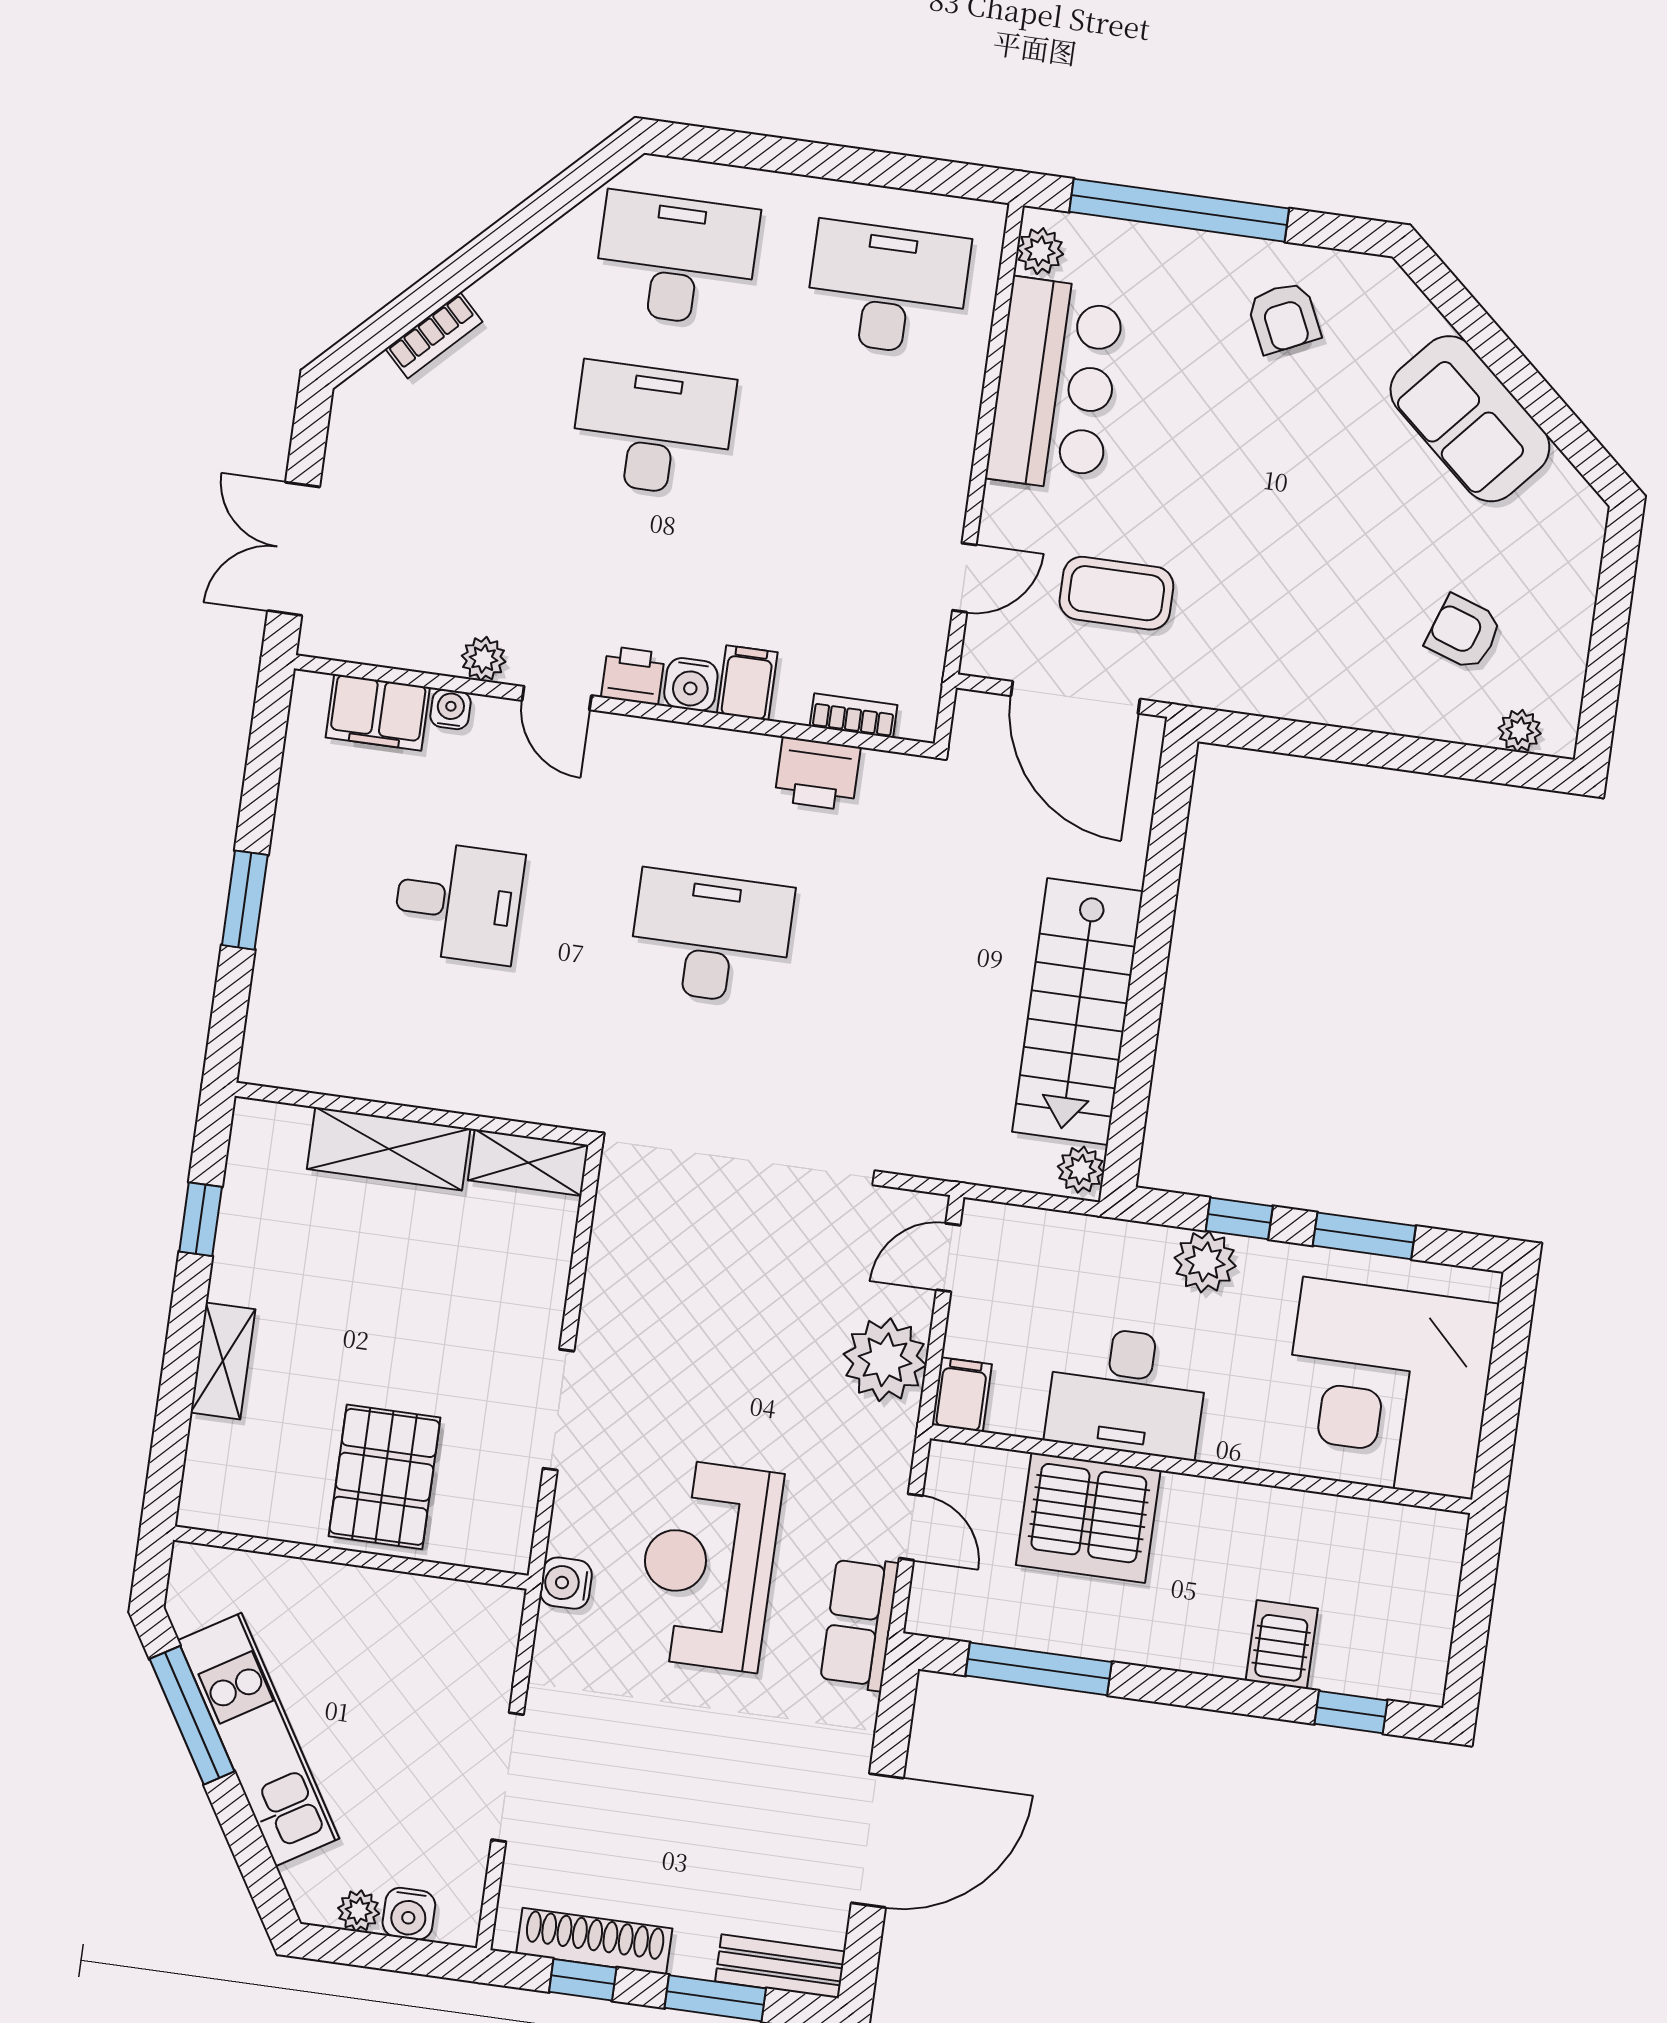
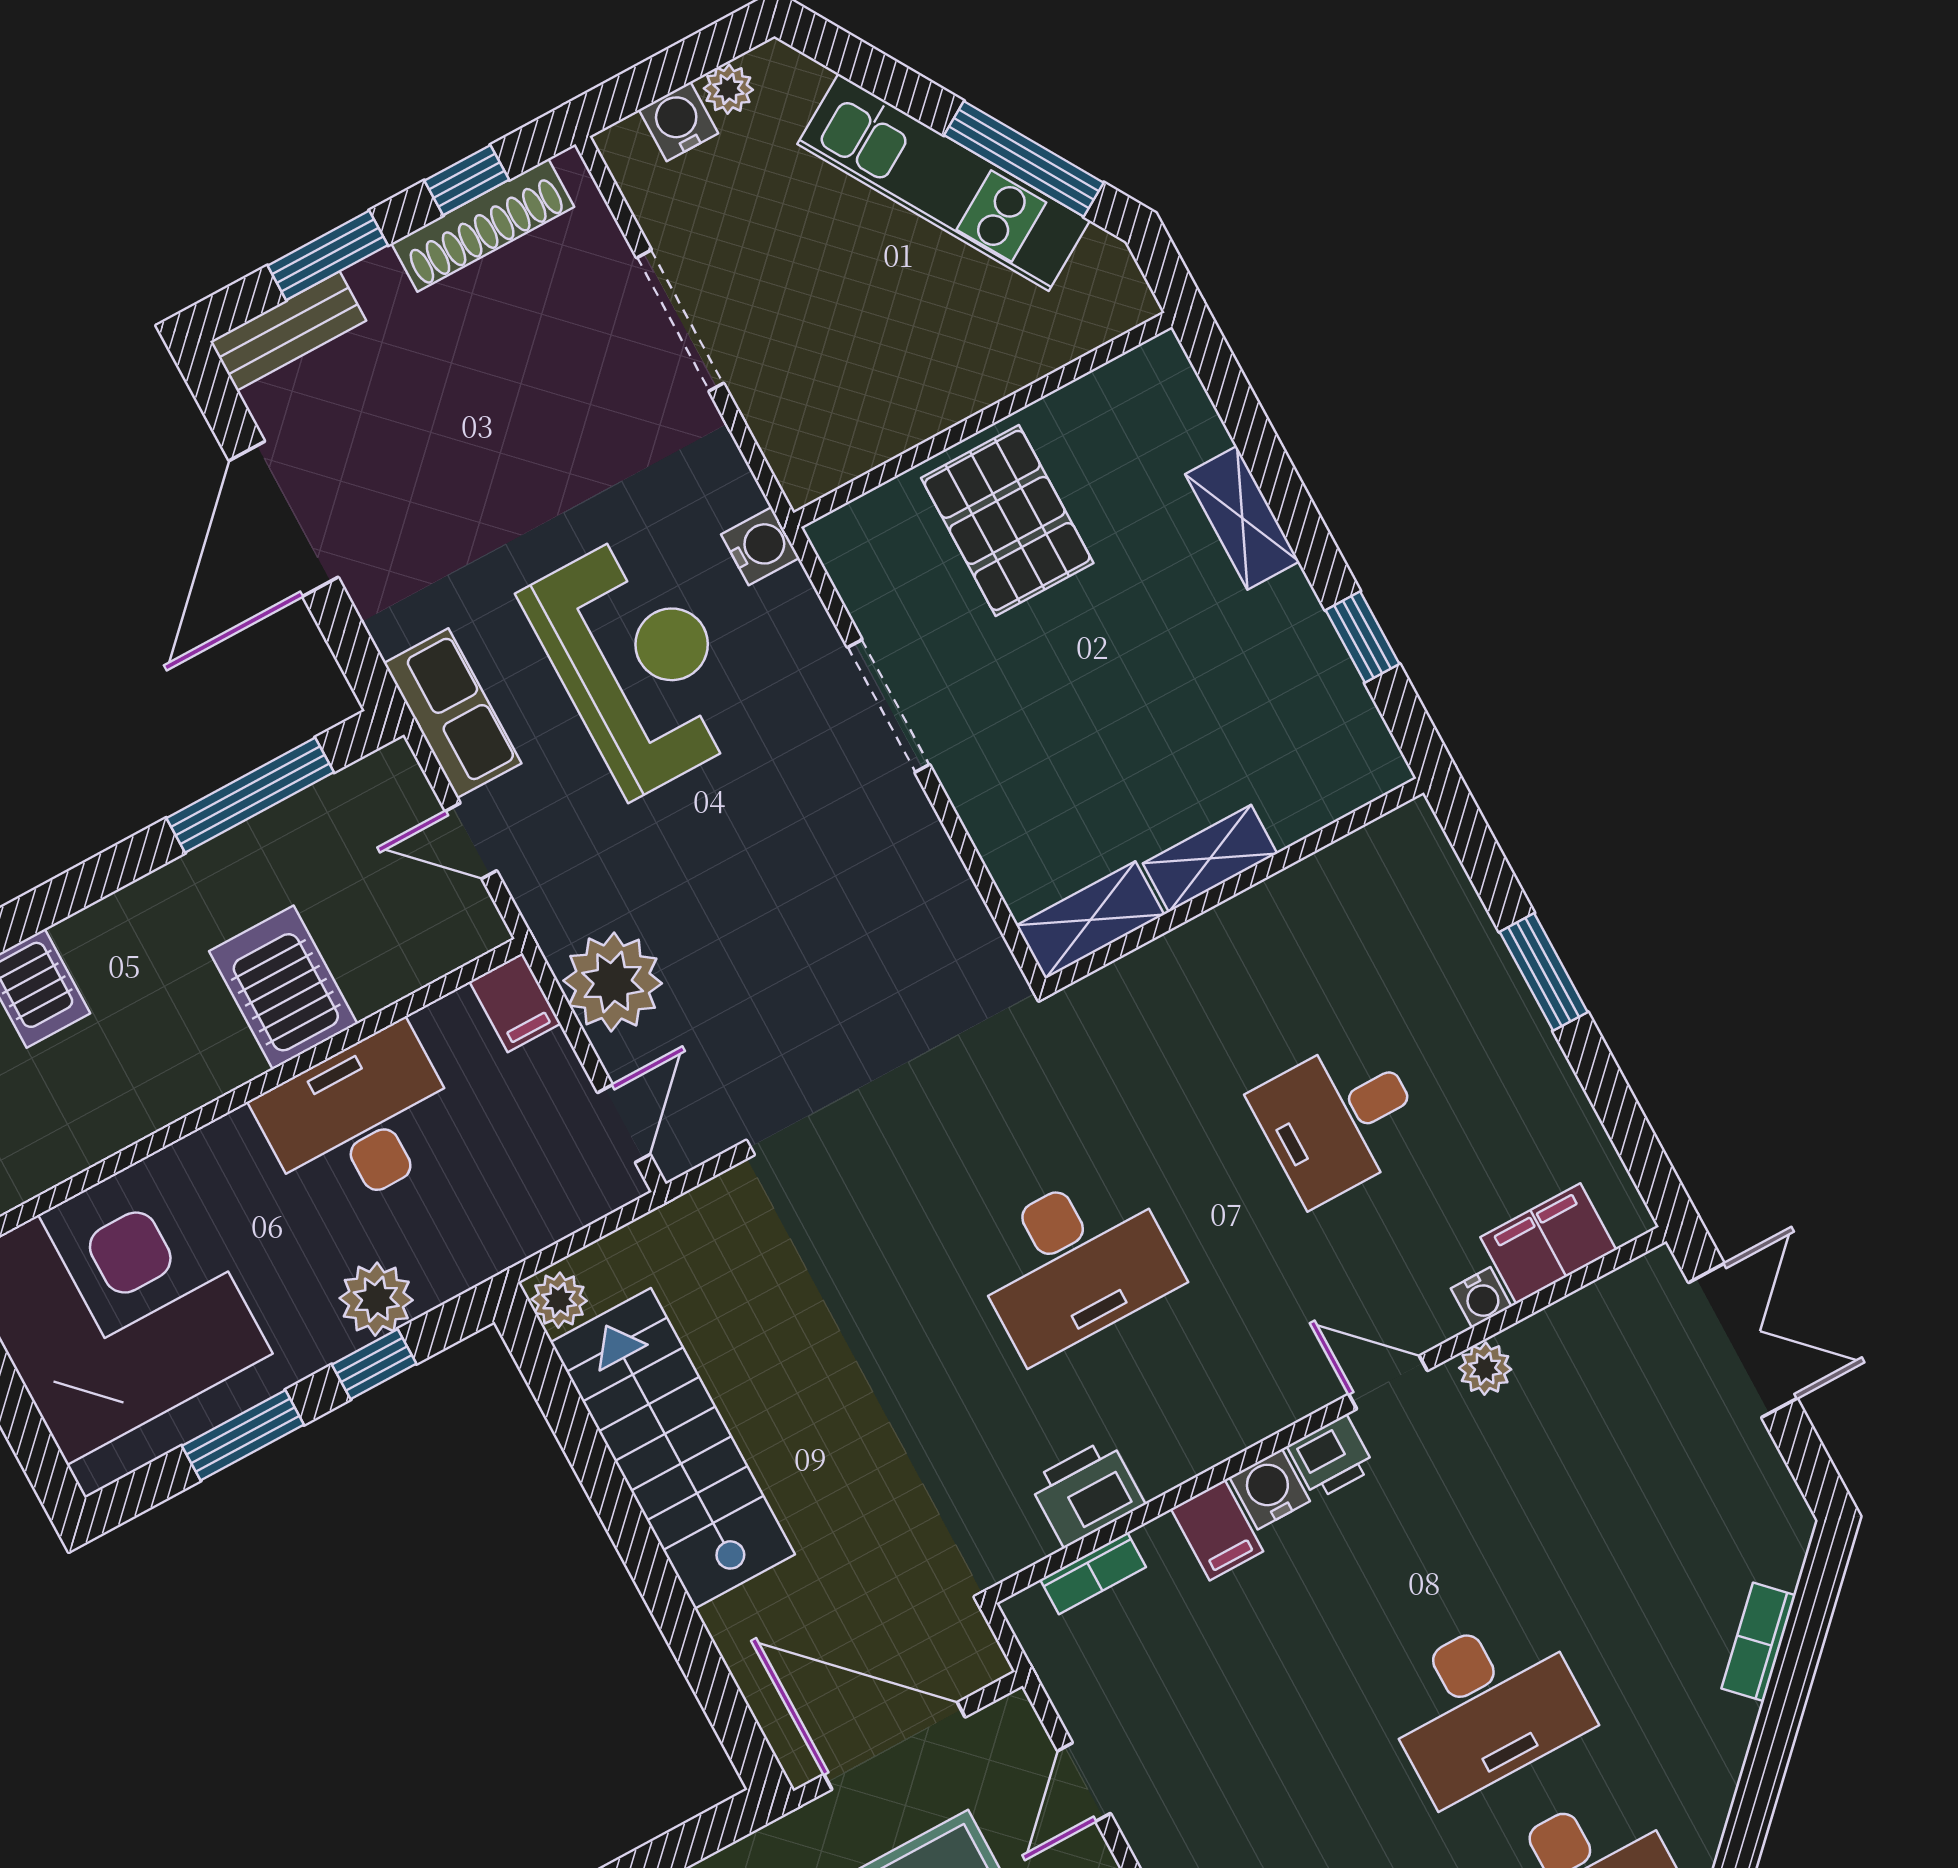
shelving: (389, 1149) -> (1210, 858), width x0.67, depth x0.75
server rack: (1088, 1518) -> (283, 988), width x0.62

